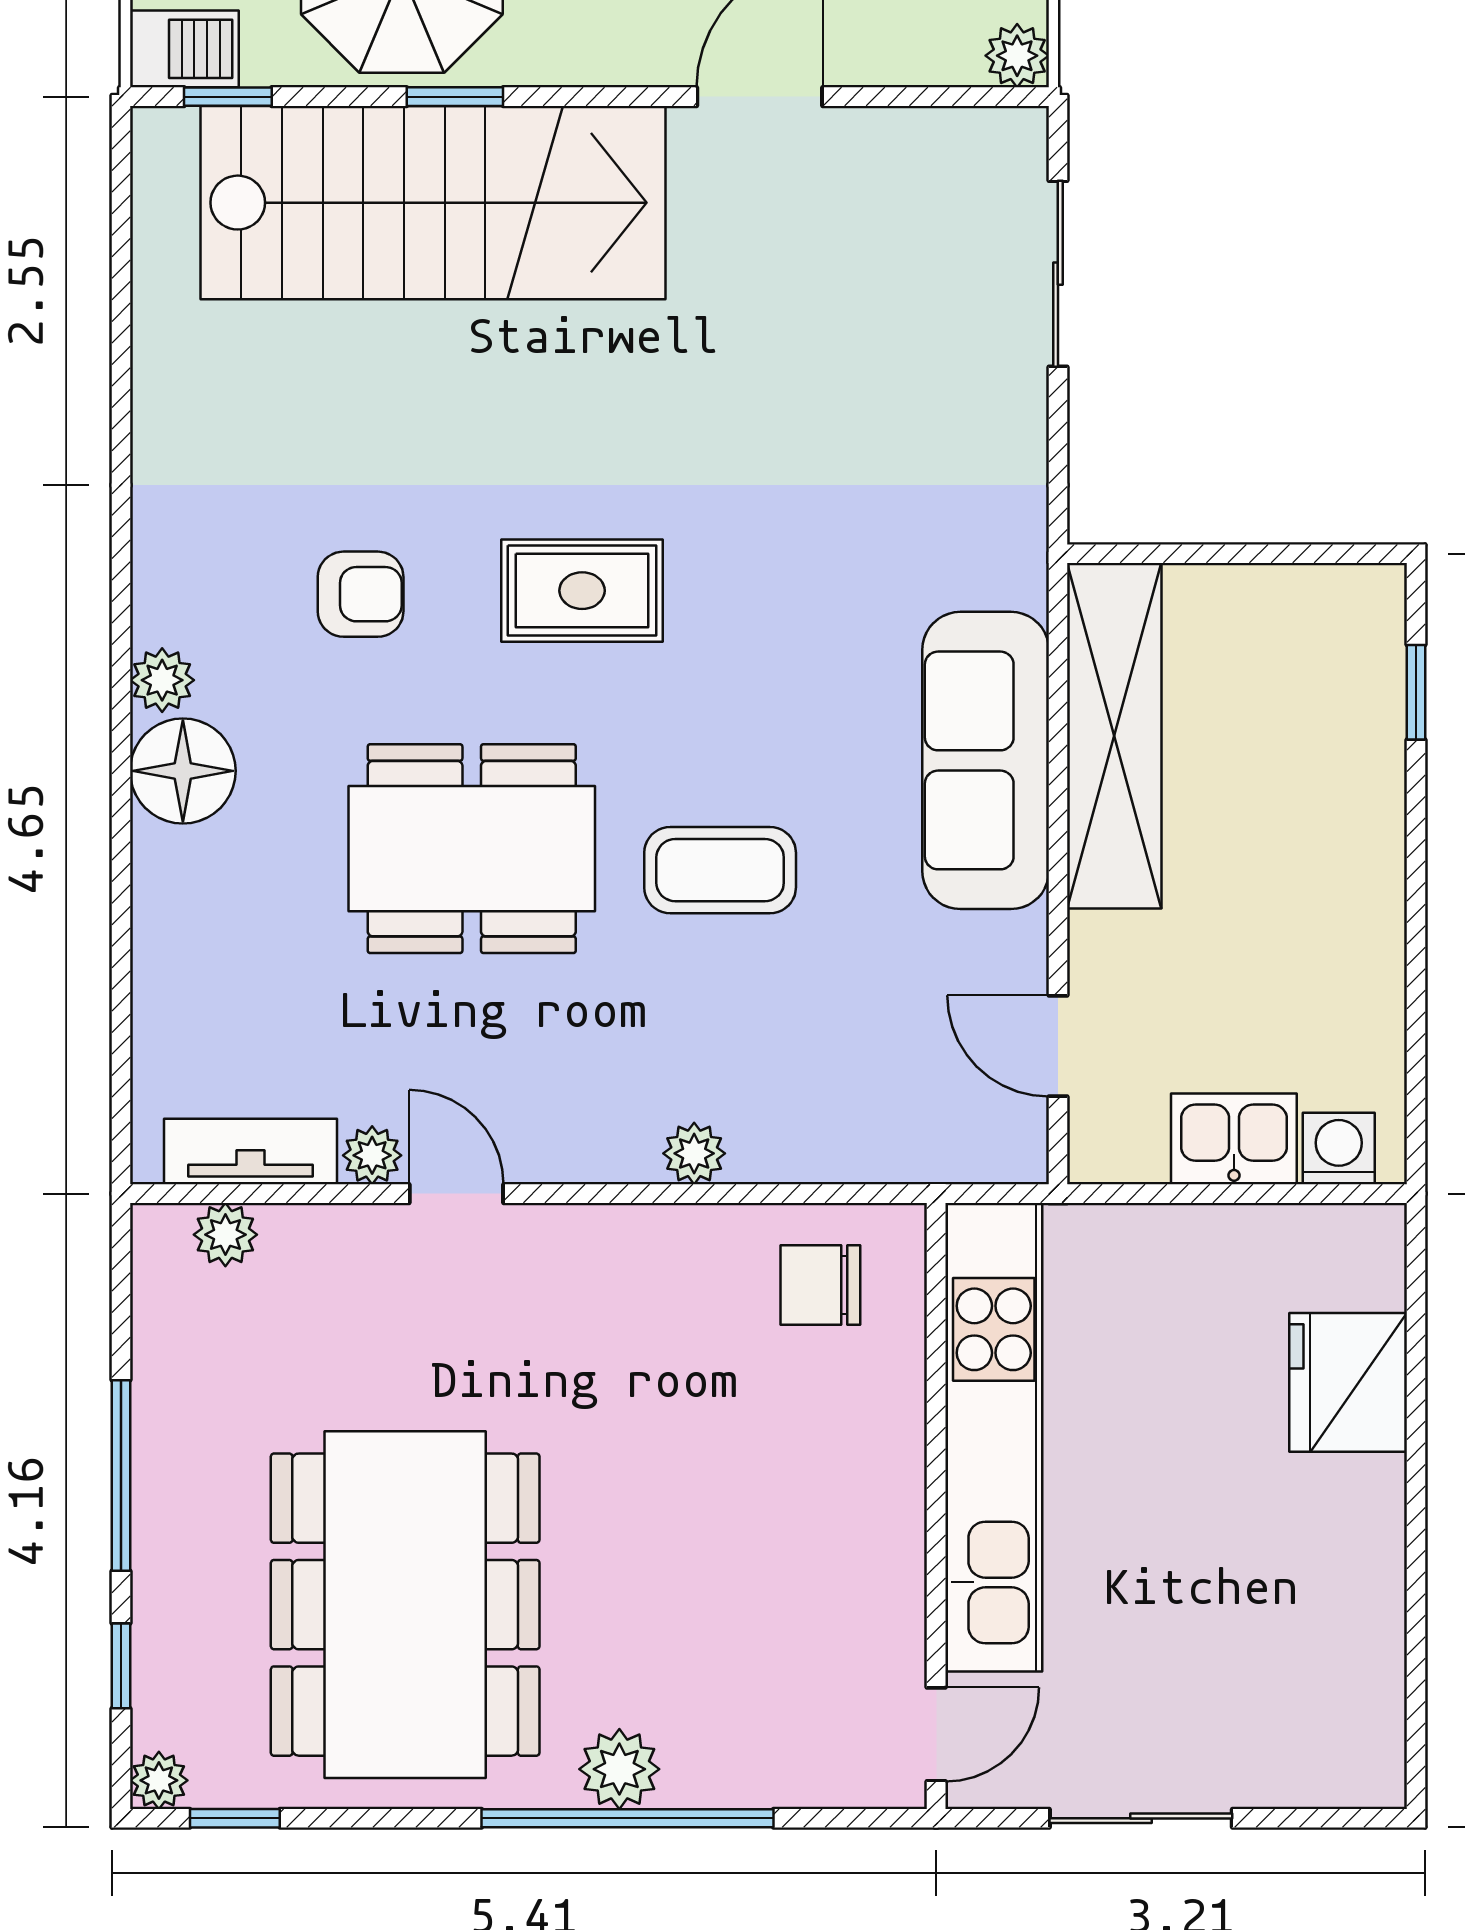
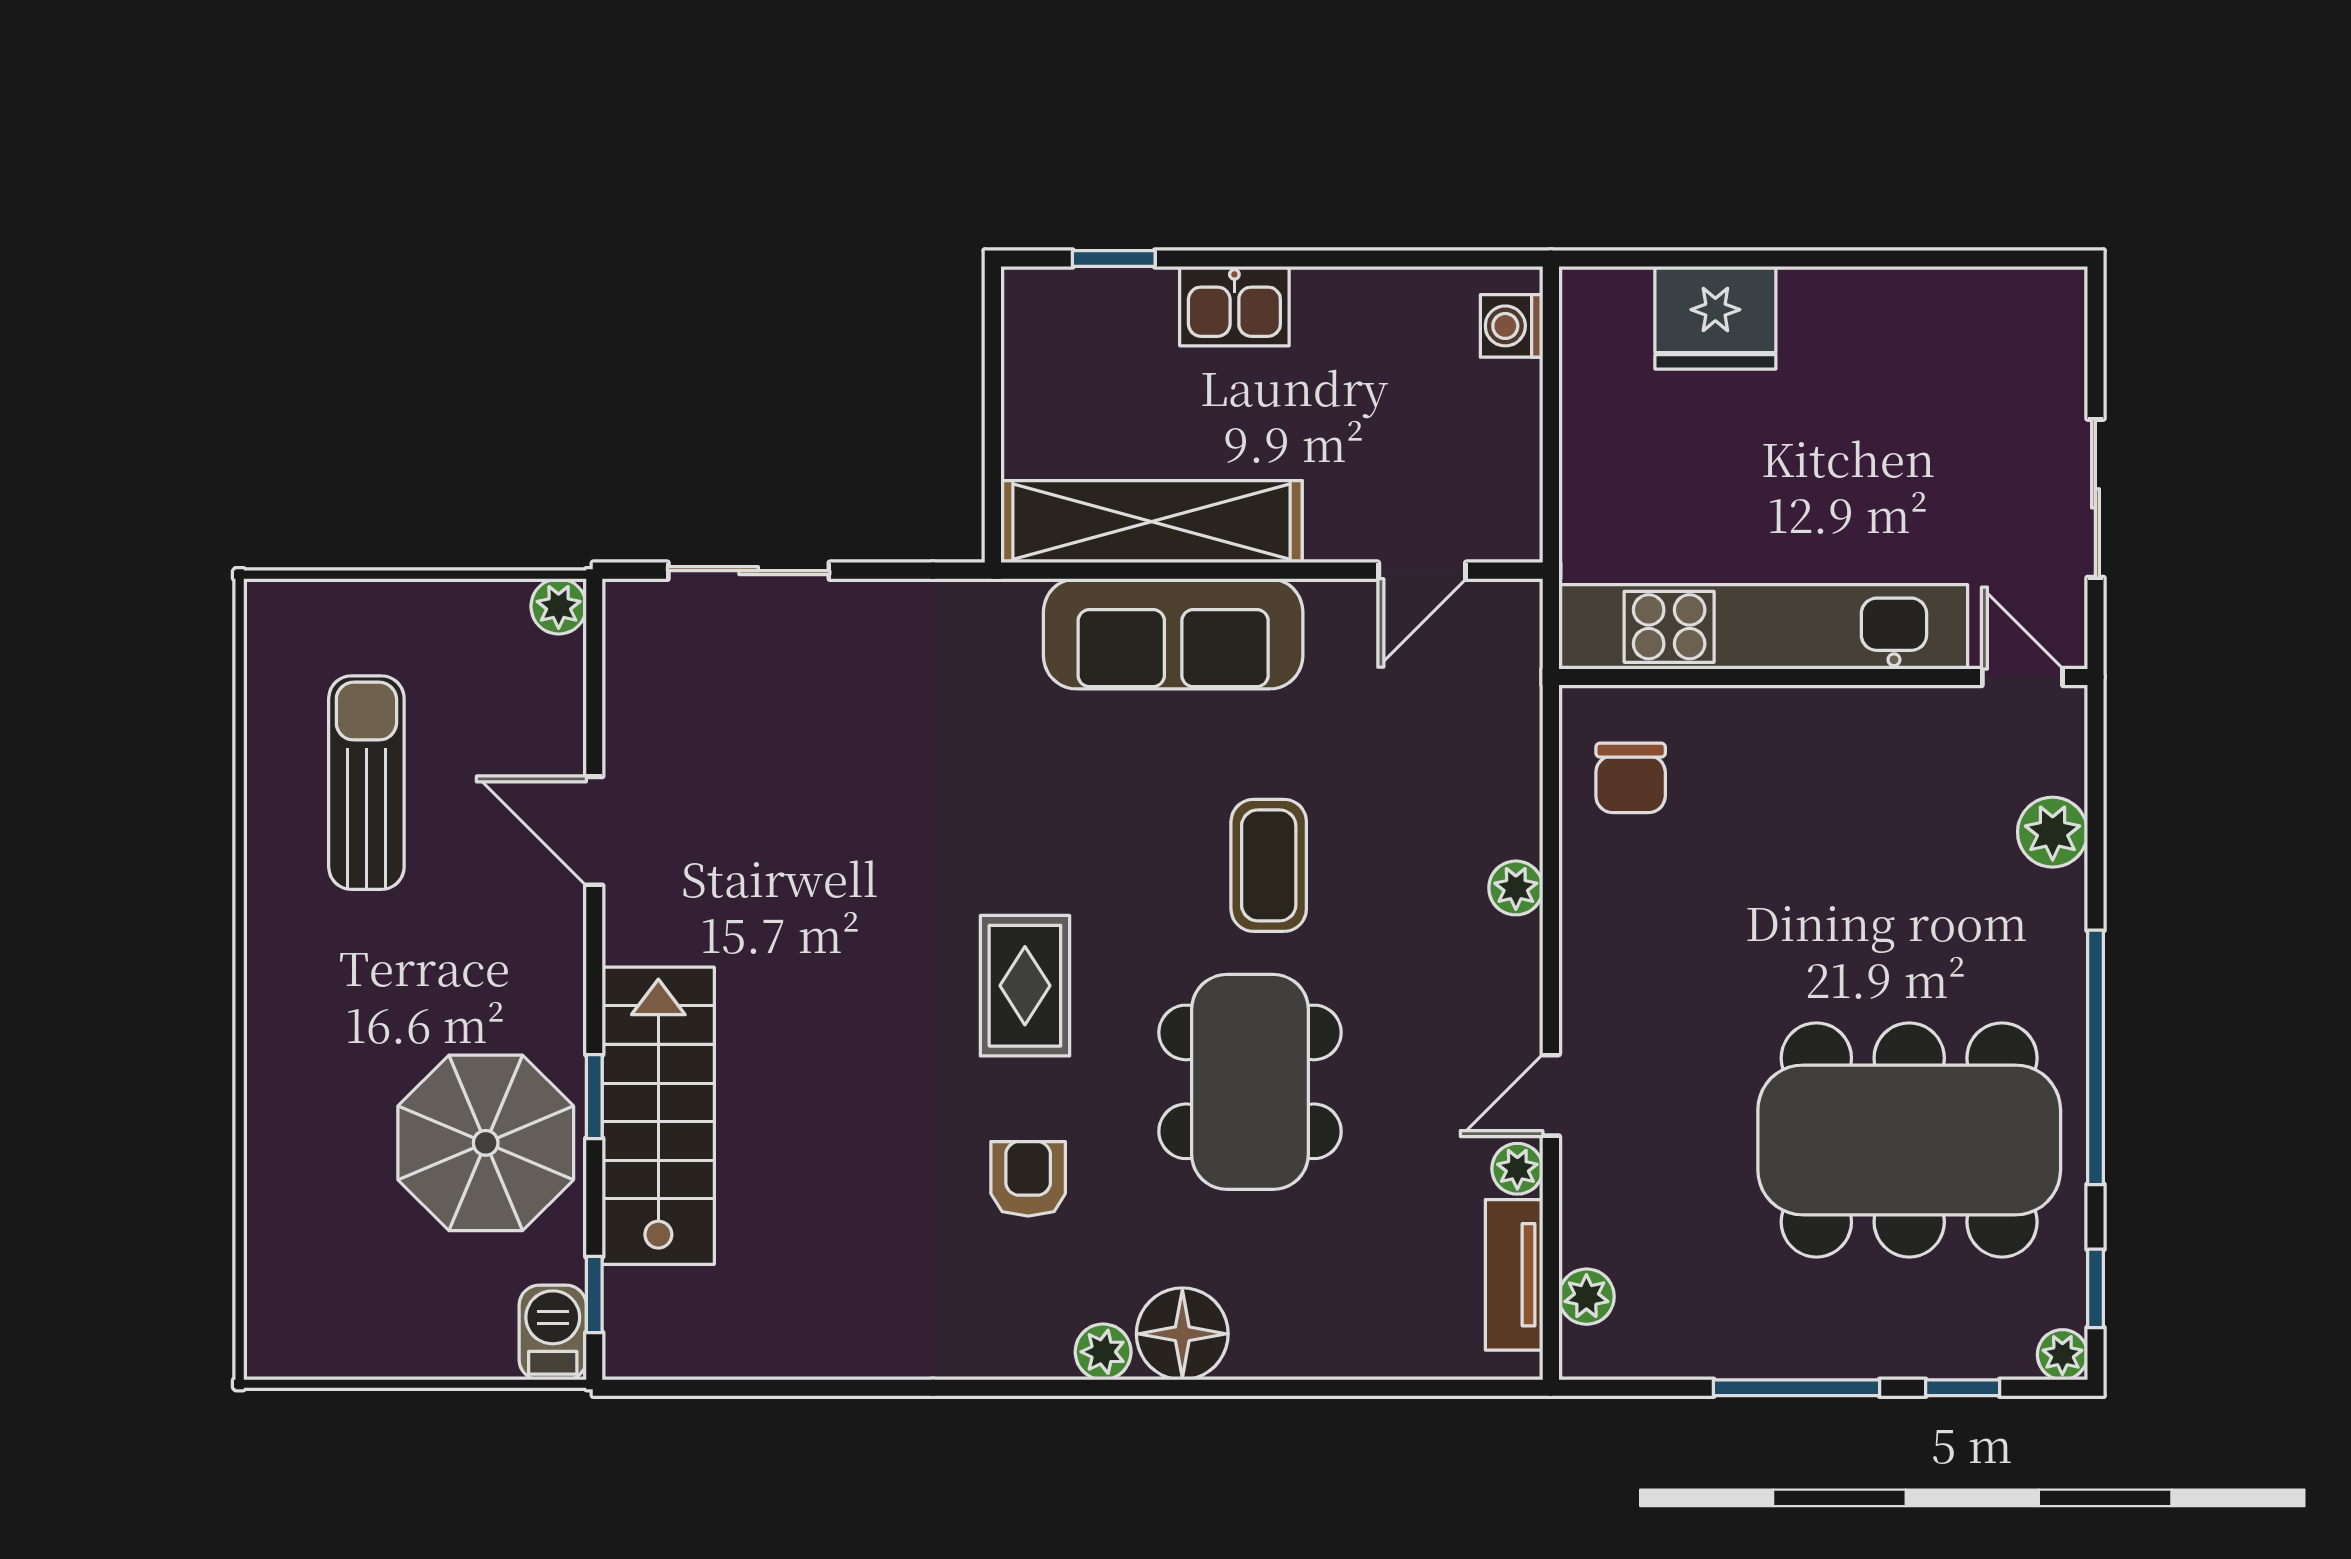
stairs: (433, 203) -> (658, 1116), width x0.73, depth x0.66
kitchen sink: (1234, 1139) -> (1234, 306), moved, turned -90
plant: (619, 1769) -> (2053, 832), moved
window: (628, 1818) -> (2095, 1057), moved

